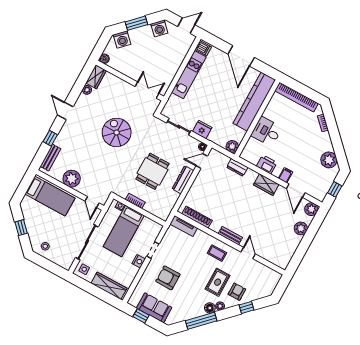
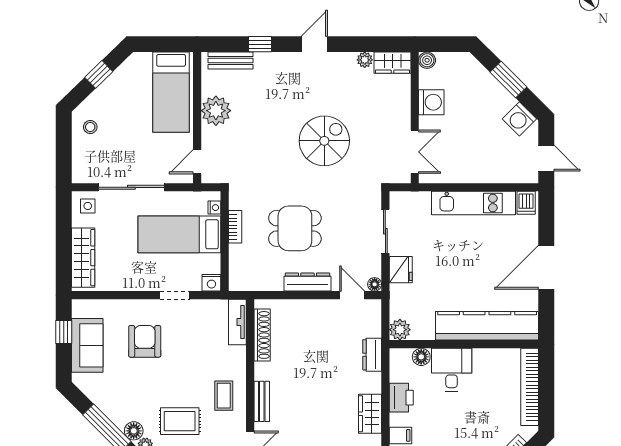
washing machine: (122, 39) -> (431, 102), moved, turned -135
floor lamp: (252, 143) -> (421, 357), added
nightstand: (139, 261) -> (211, 283), moved

